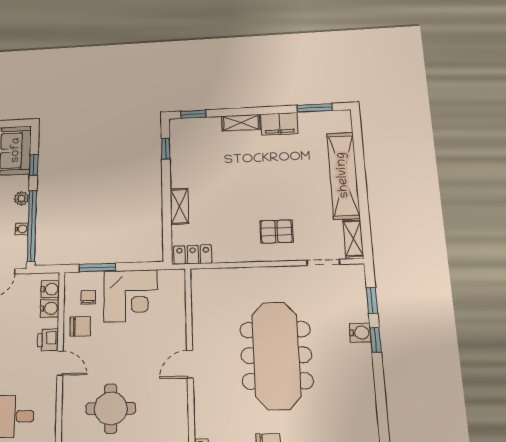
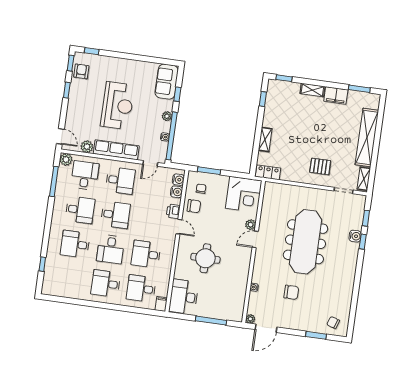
corner desk: (131, 296) -> (244, 194), moved
plant: (178, 341) -> (251, 225), added

